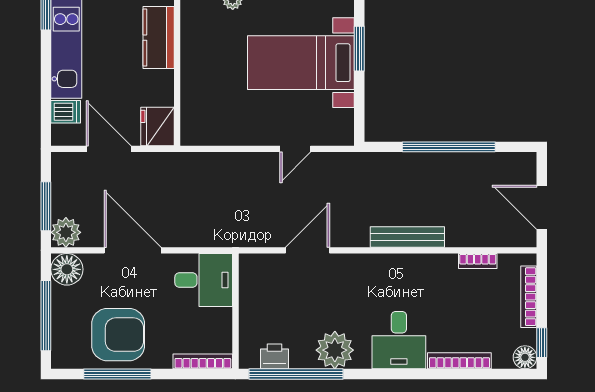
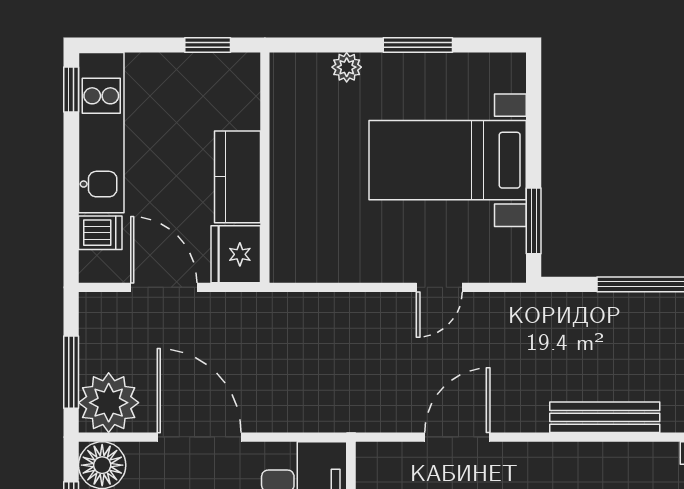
kitchen counter: (159, 38) -> (238, 177), moved
window: (359, 49) -> (534, 221), moved
plant: (66, 232) -> (109, 403), width x1.36, depth x1.36

